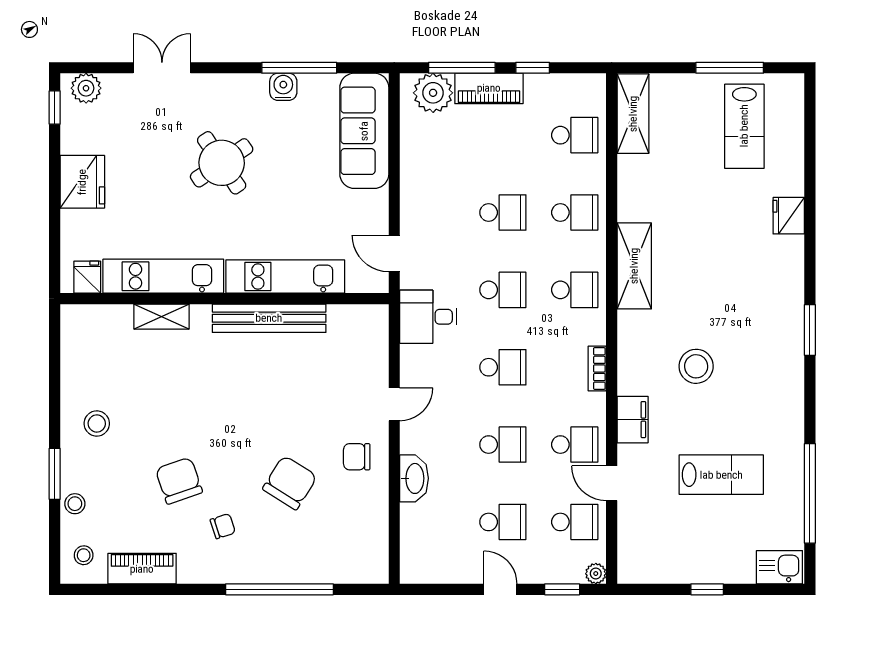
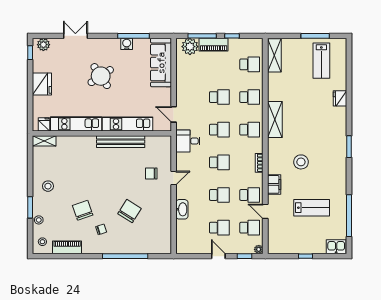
shelving: (162, 317) -> (44, 141), moved
chair: (357, 457) -> (151, 174), moved

